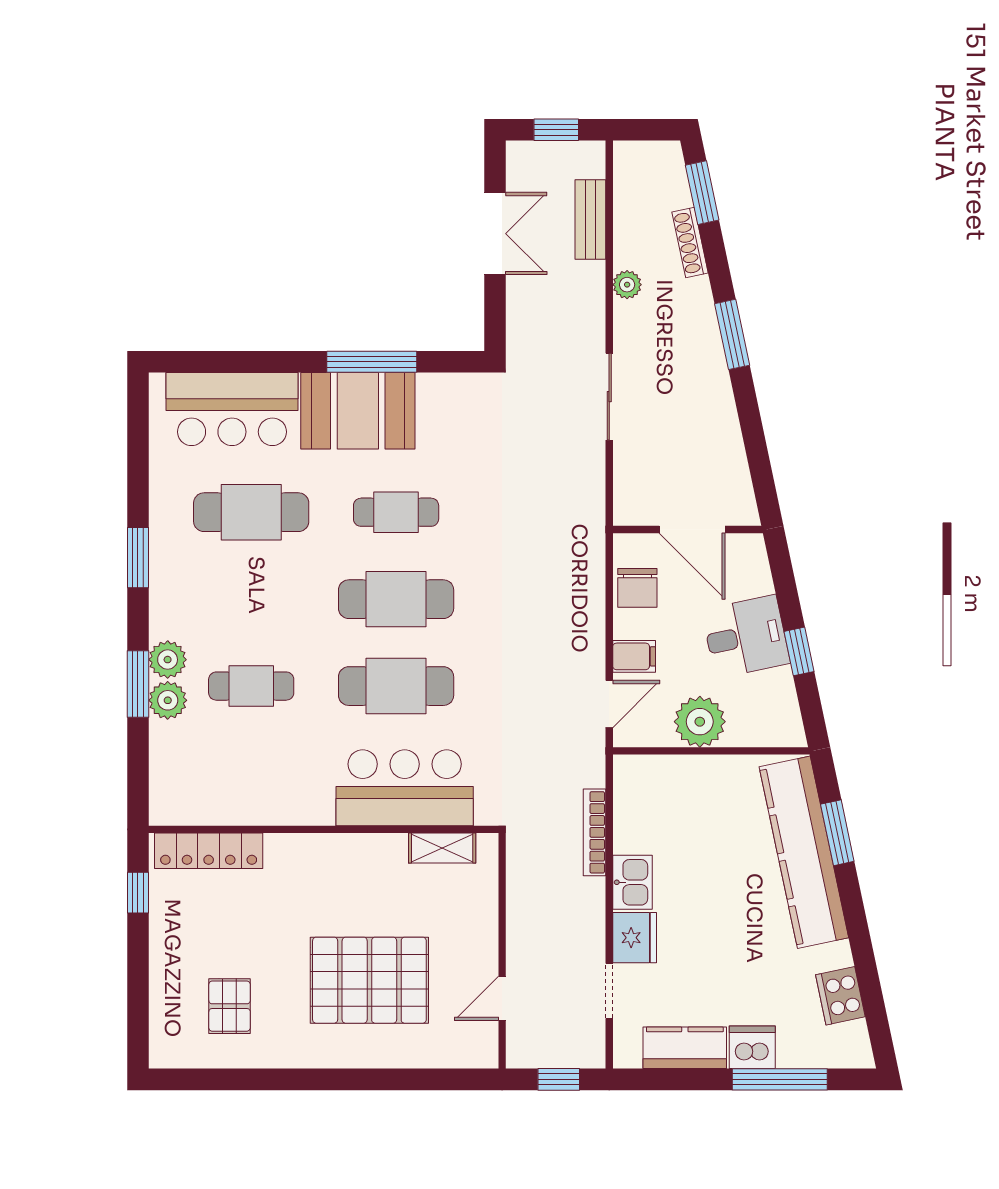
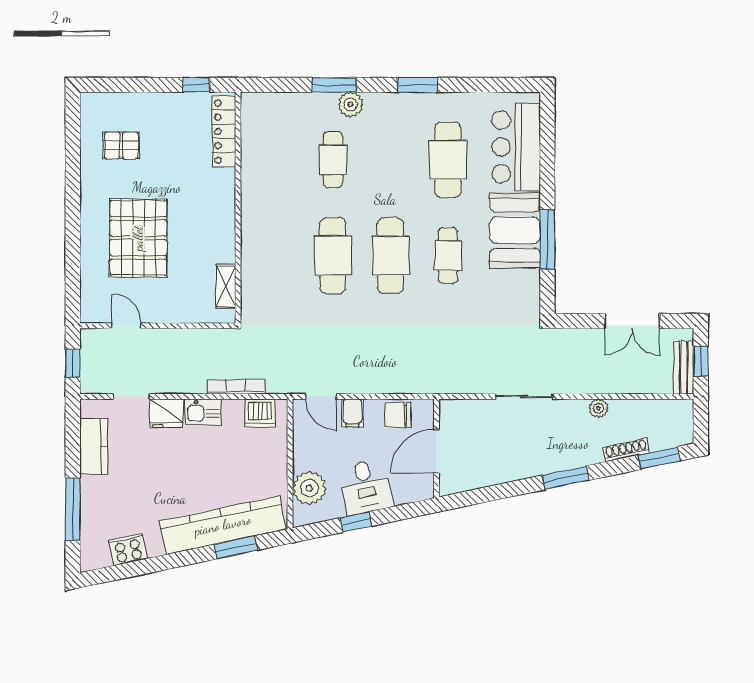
bench: (590, 220) -> (684, 368), moved, turned 90
plant: (168, 700) -> (323, 105), removed
plant: (700, 722) -> (309, 488), moved
bar counter: (405, 788) -> (266, 261), removed
dishwasher: (752, 1047) -> (260, 413), moved, turned 90

